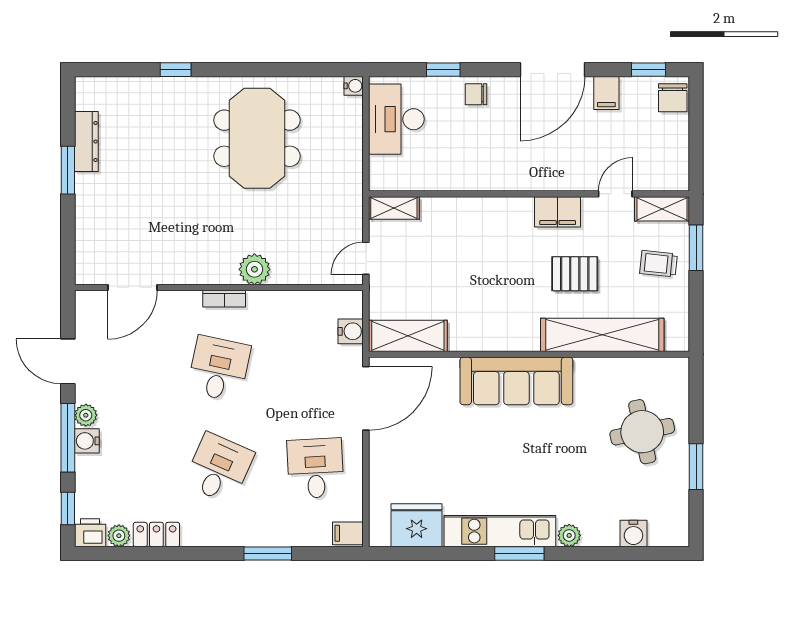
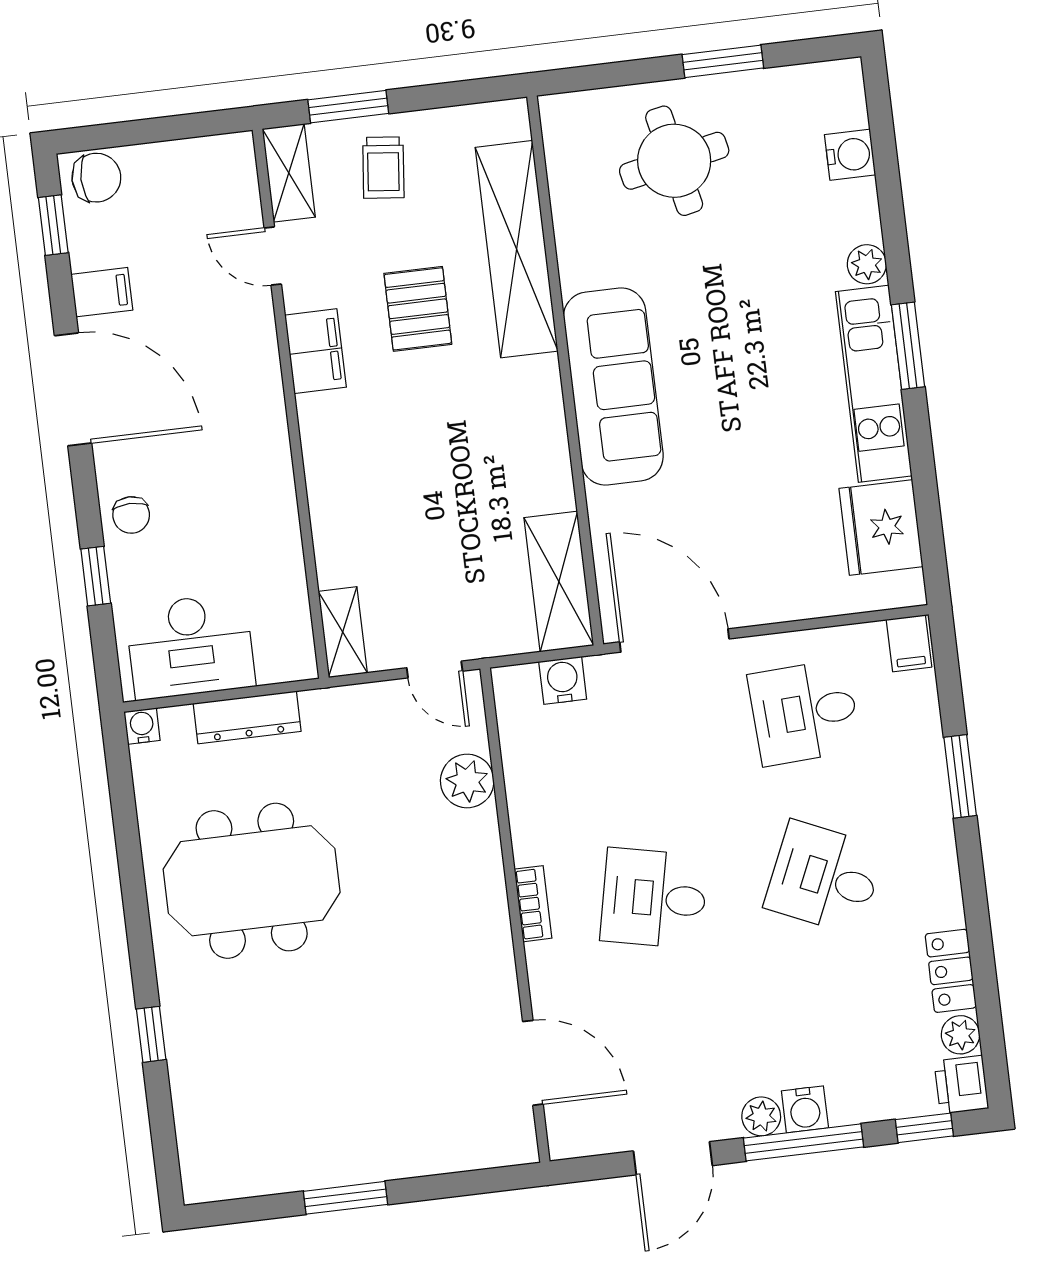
dresser: (86, 141) -> (247, 717), moved, turned 180
plant: (254, 269) -> (467, 781), moved

